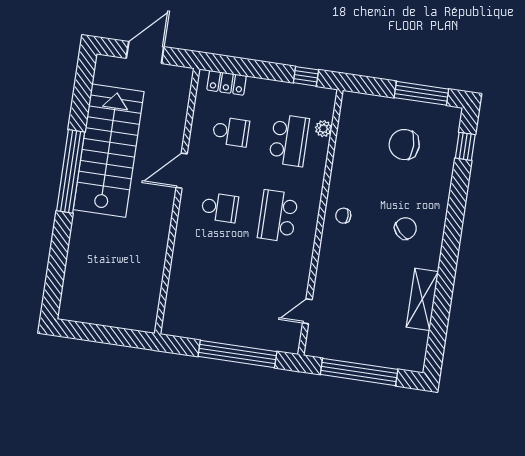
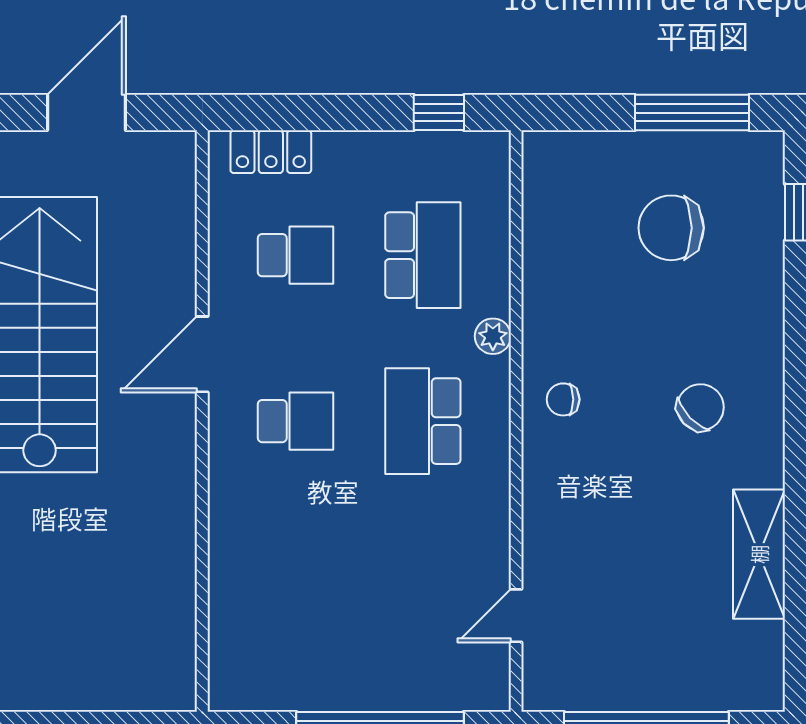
plant: (323, 129) -> (493, 336), moved

